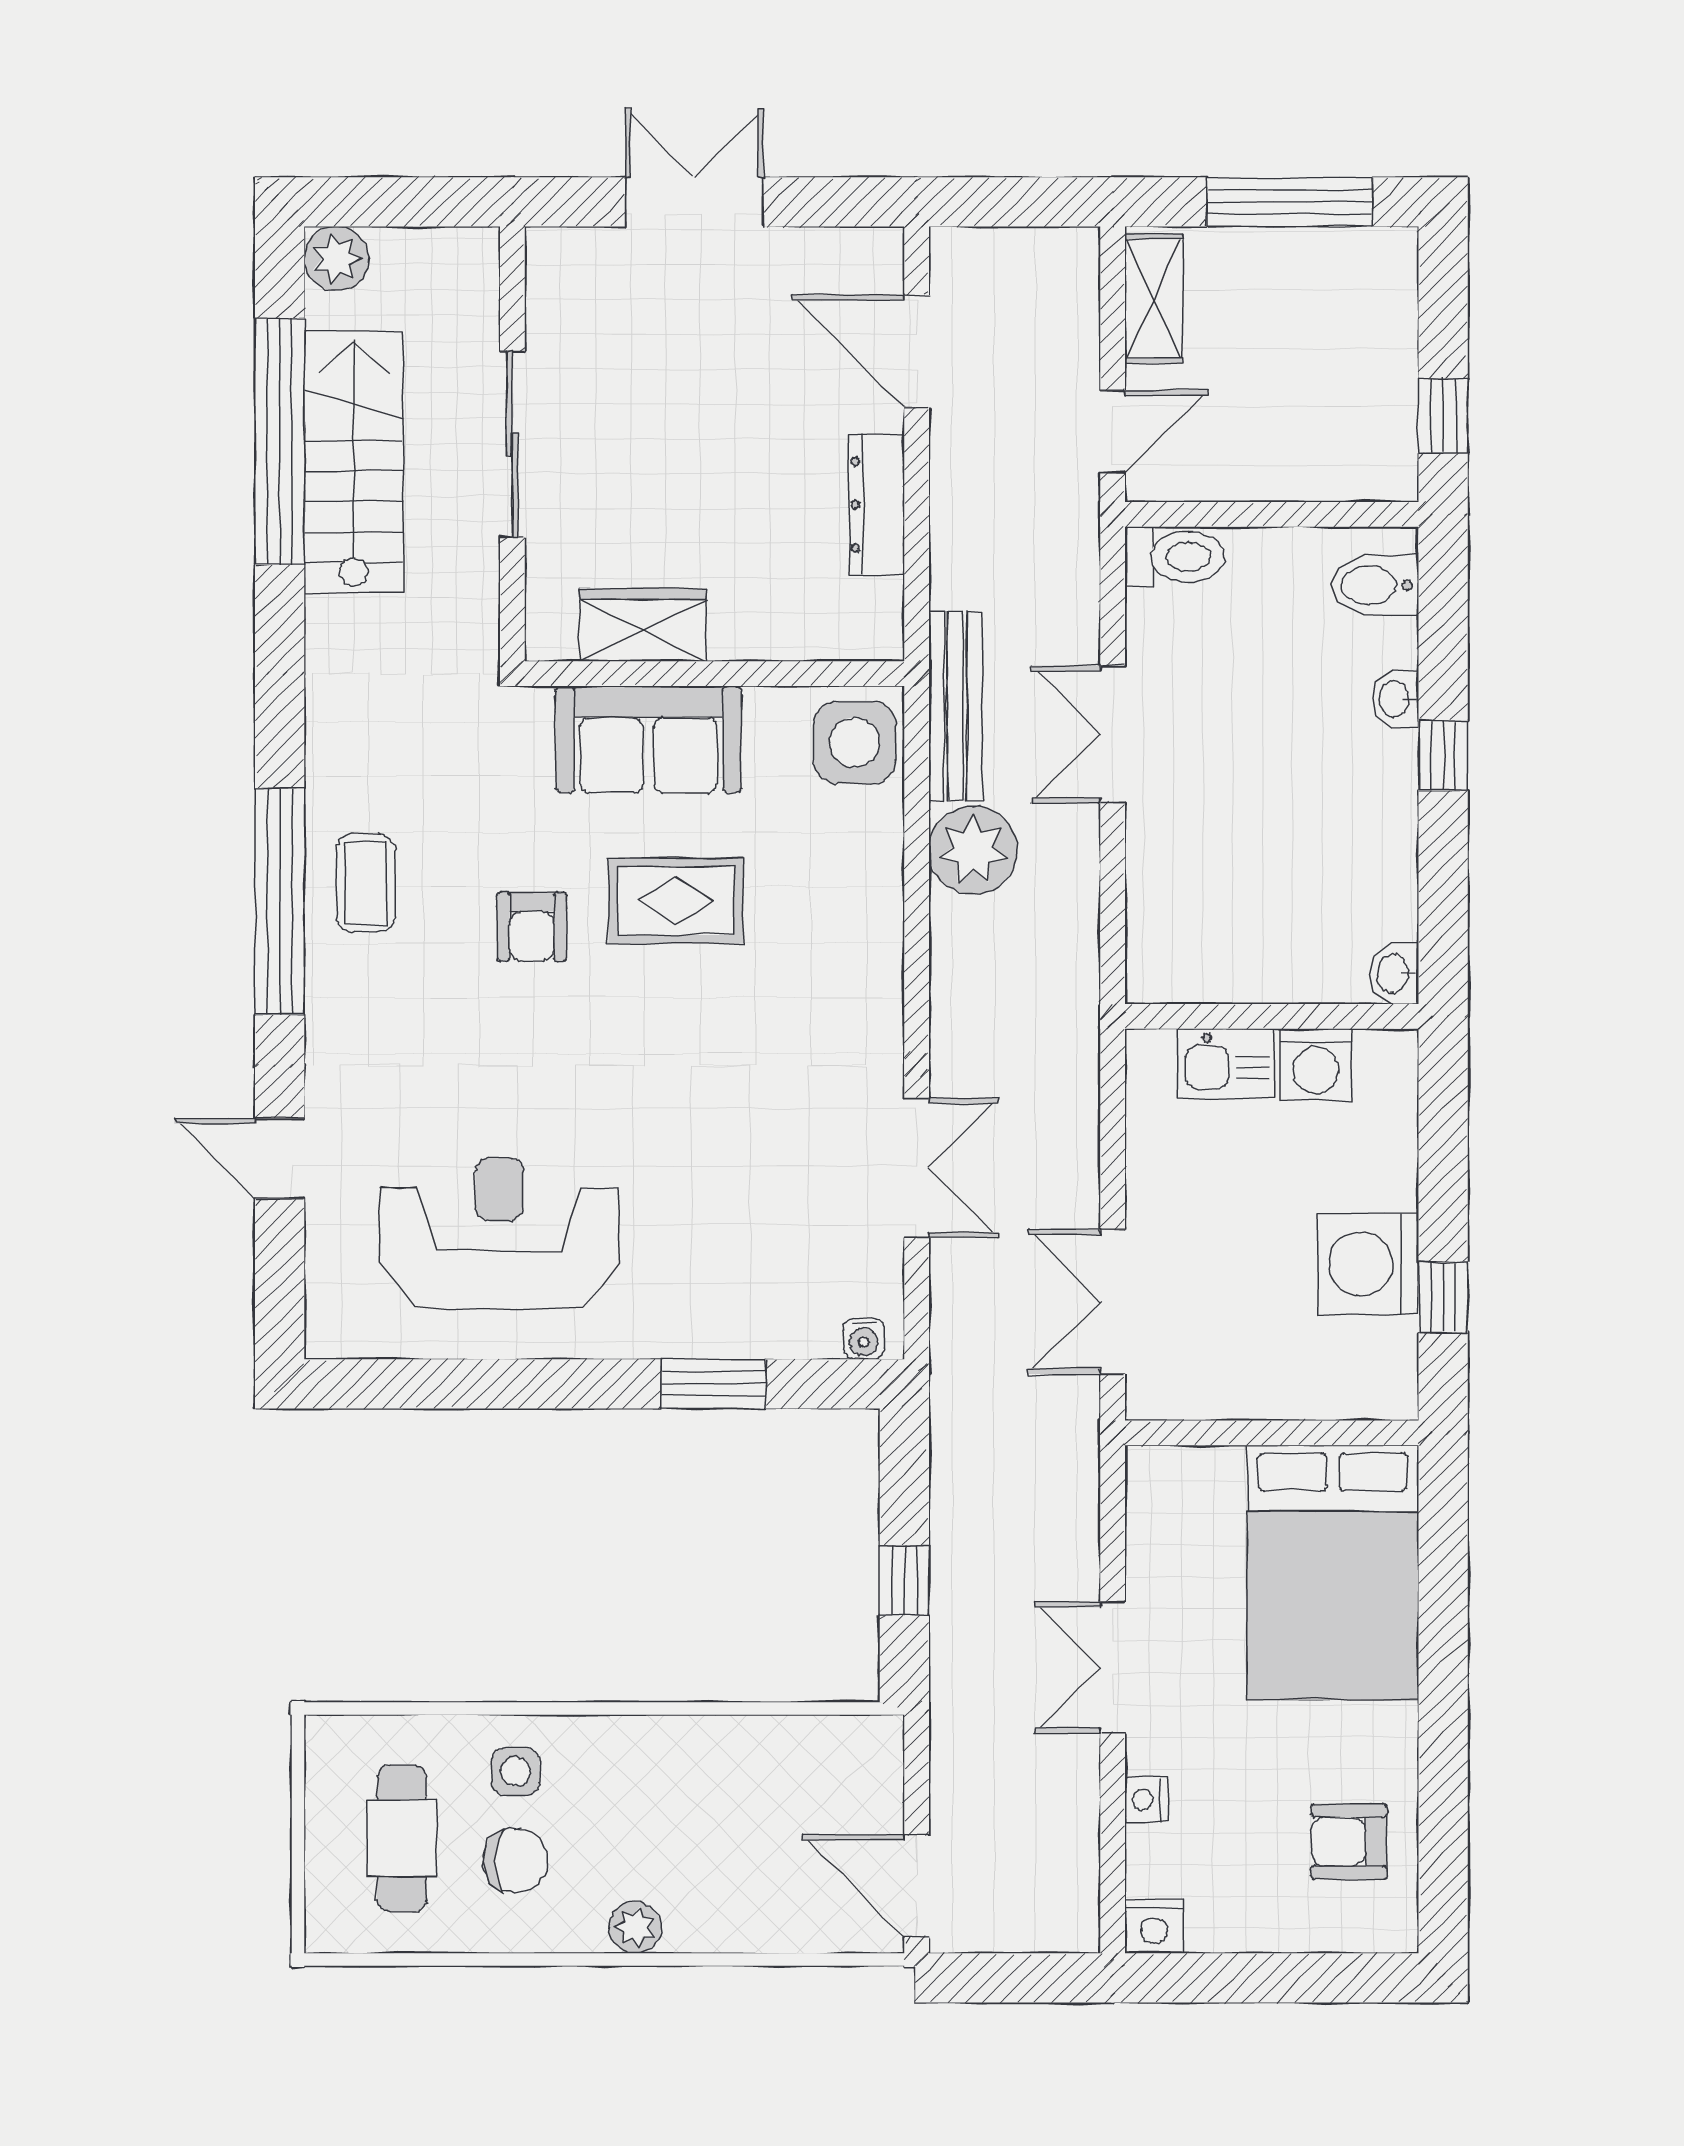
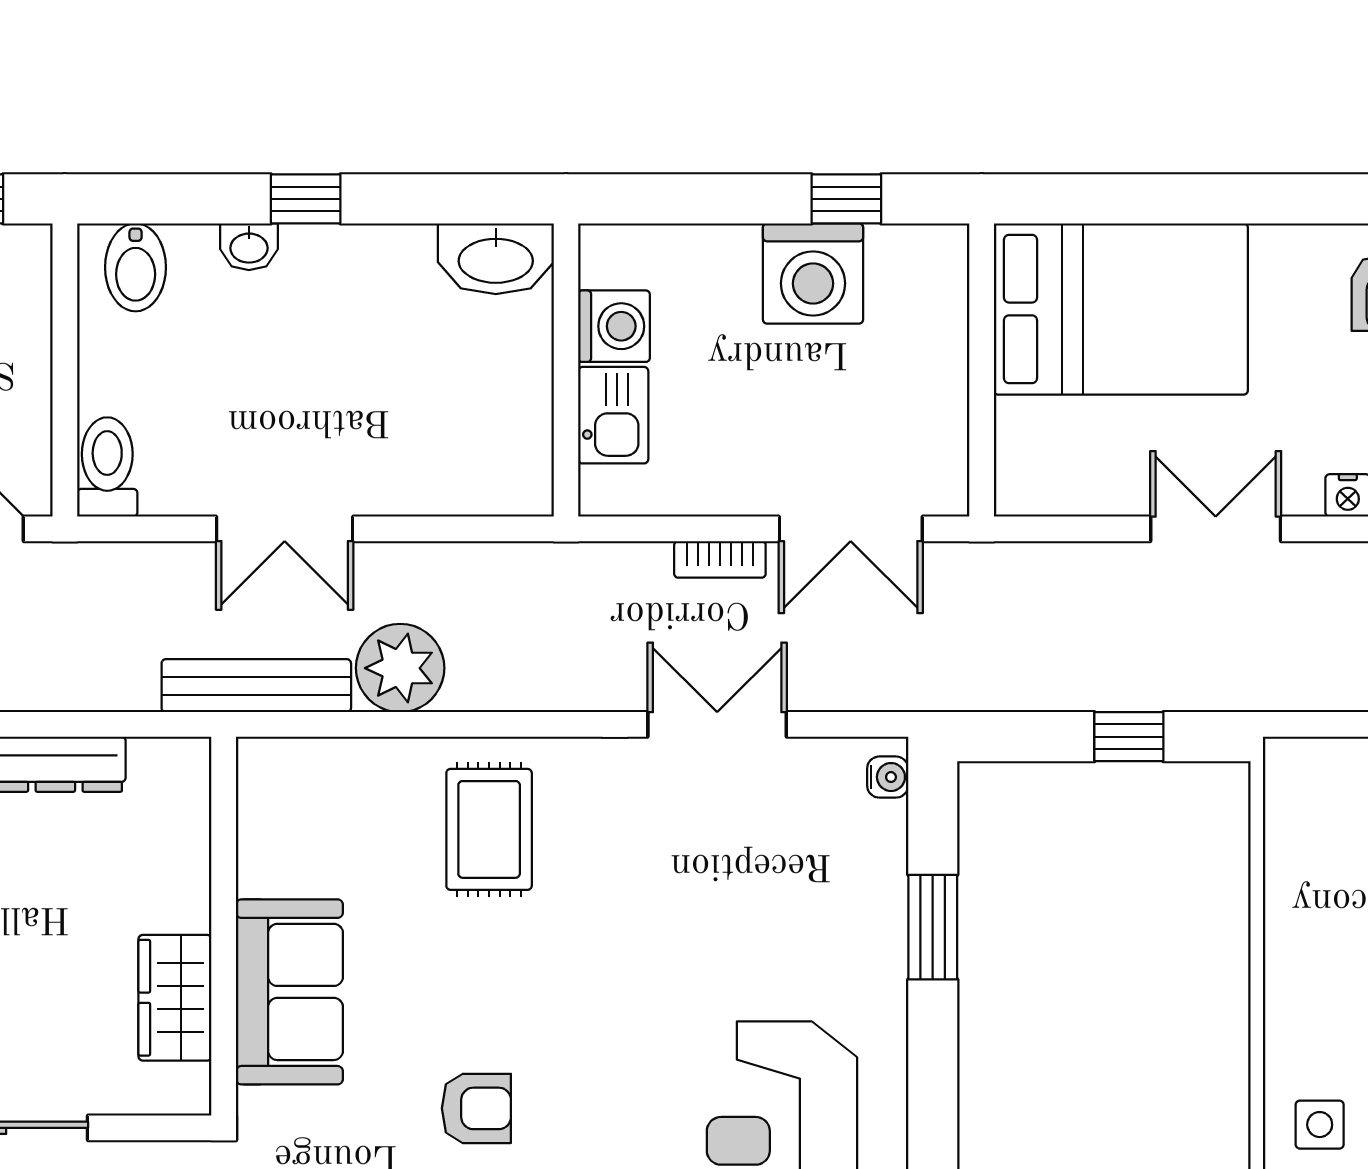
side table: (855, 742) -> (293, 786), removed
rug: (676, 901) -> (489, 829), moved
washbasin: (1394, 974) -> (496, 259), width x1.91, depth x1.45
bookcase: (1082, 1171) -> (720, 559), added
double door: (1113, 1667) -> (1216, 529), swing flipped

